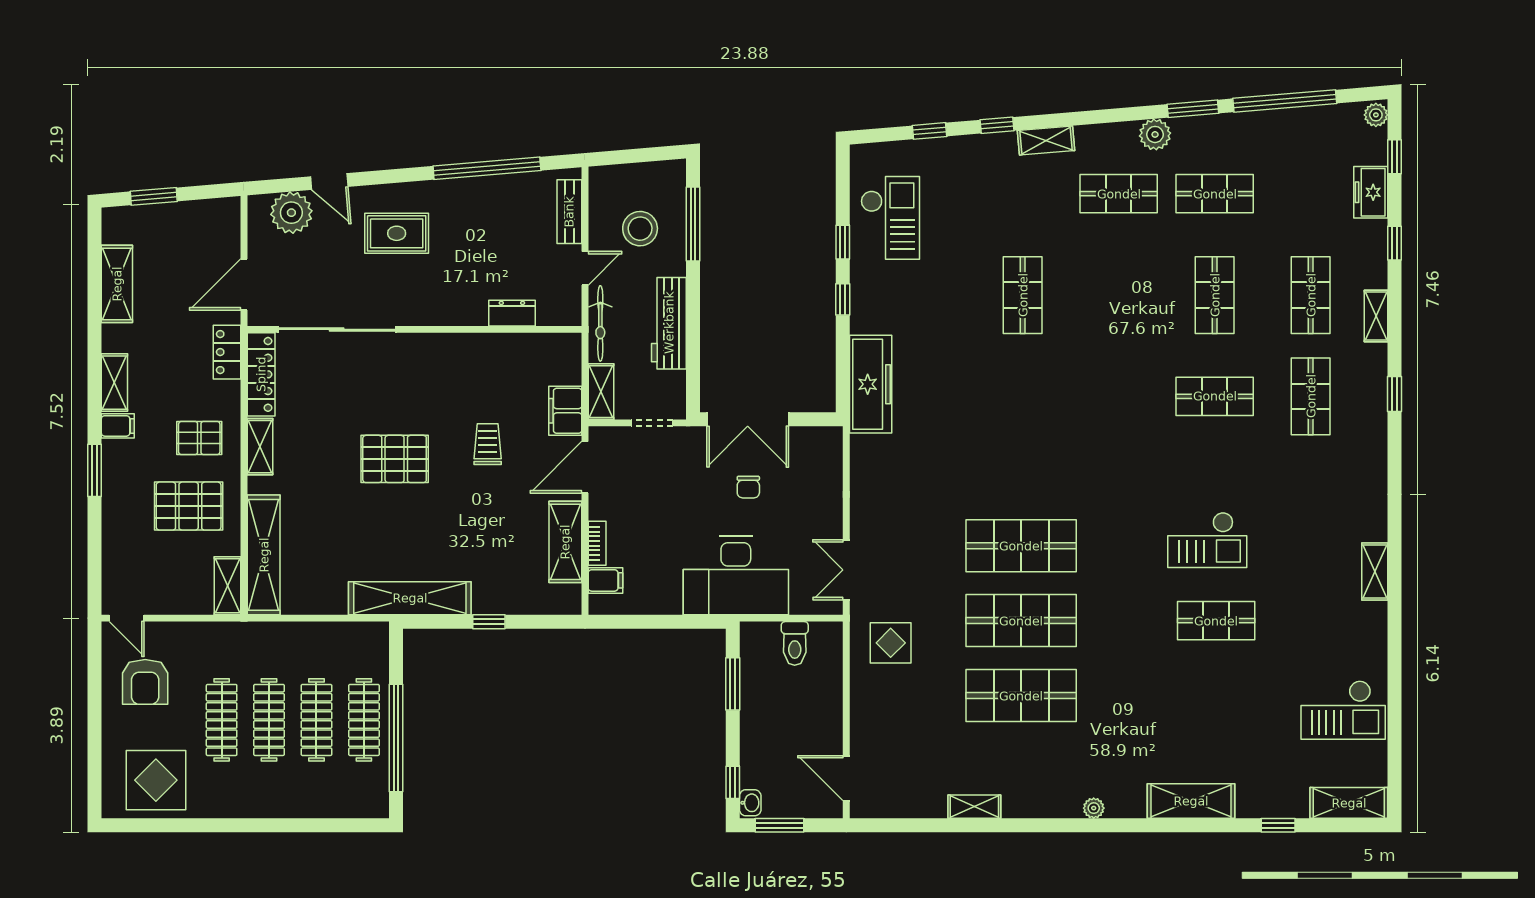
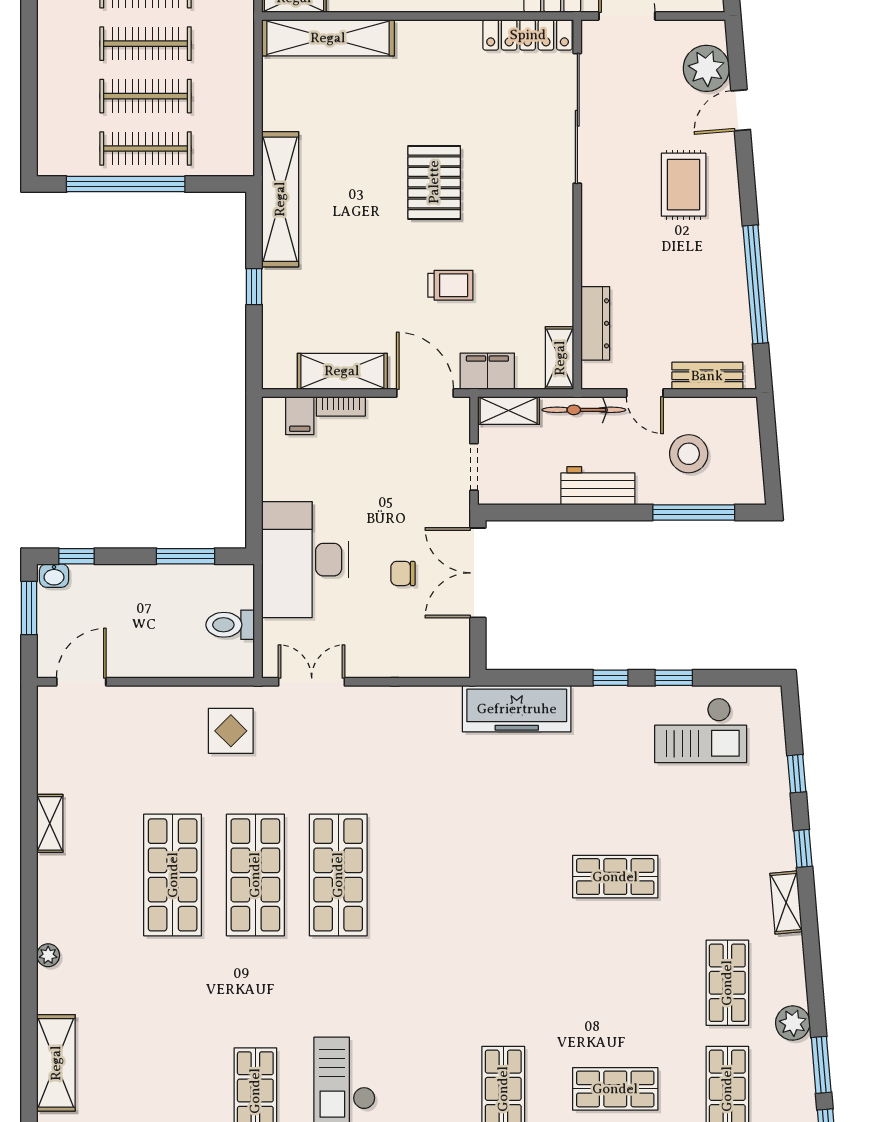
dresser: (512, 313) -> (595, 323), width x1.44
workbench: (669, 323) -> (598, 486), width x0.73
shelving: (260, 447) -> (560, 358), moved, turned 90

